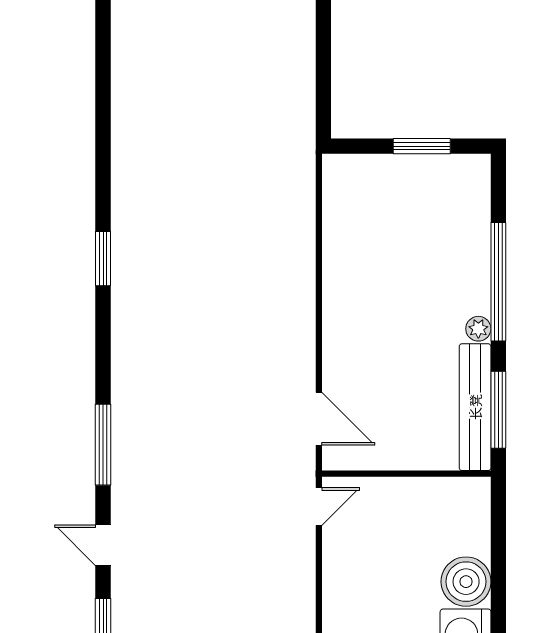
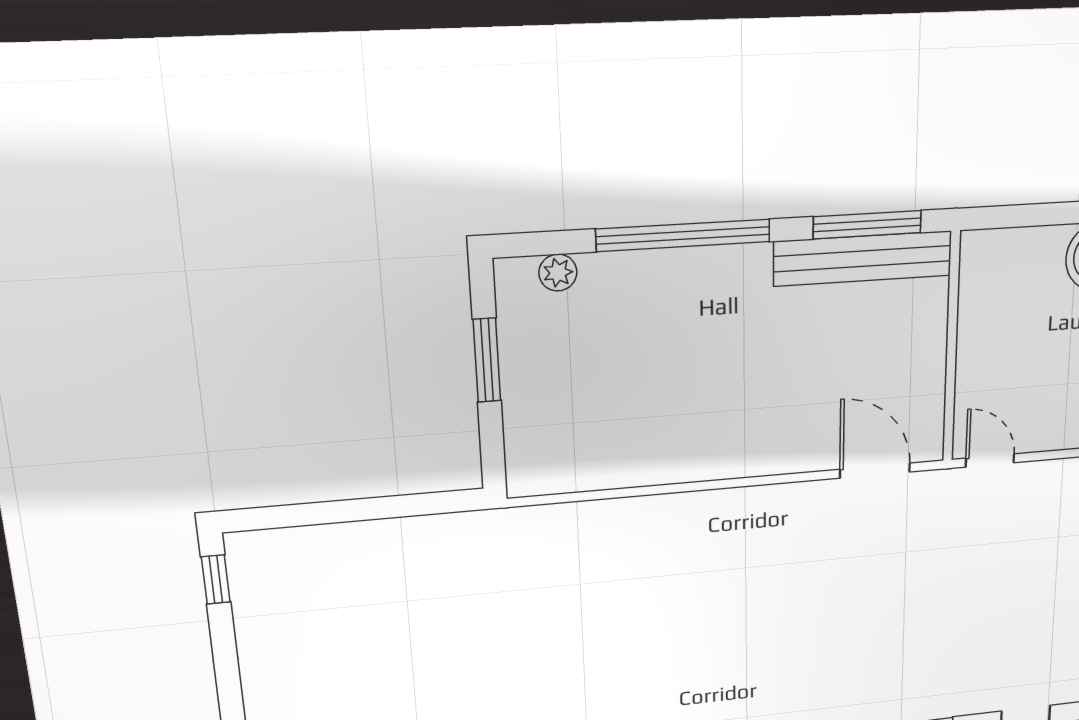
plant: (478, 329) -> (558, 273), moved
door: (319, 419) -> (875, 471), hinge flipped

